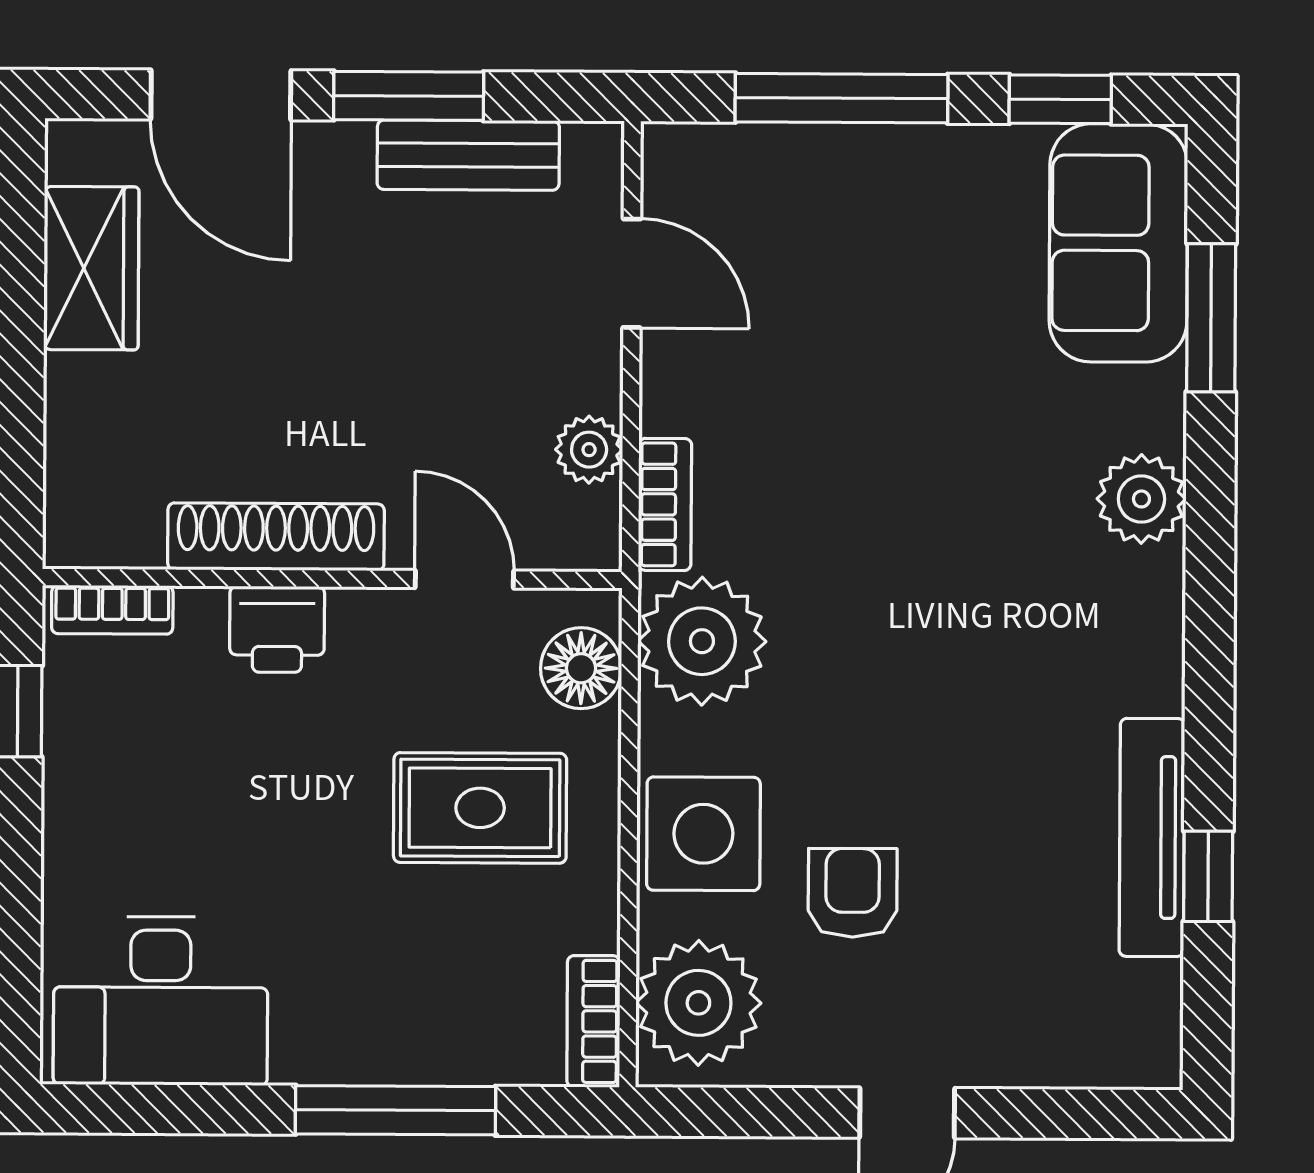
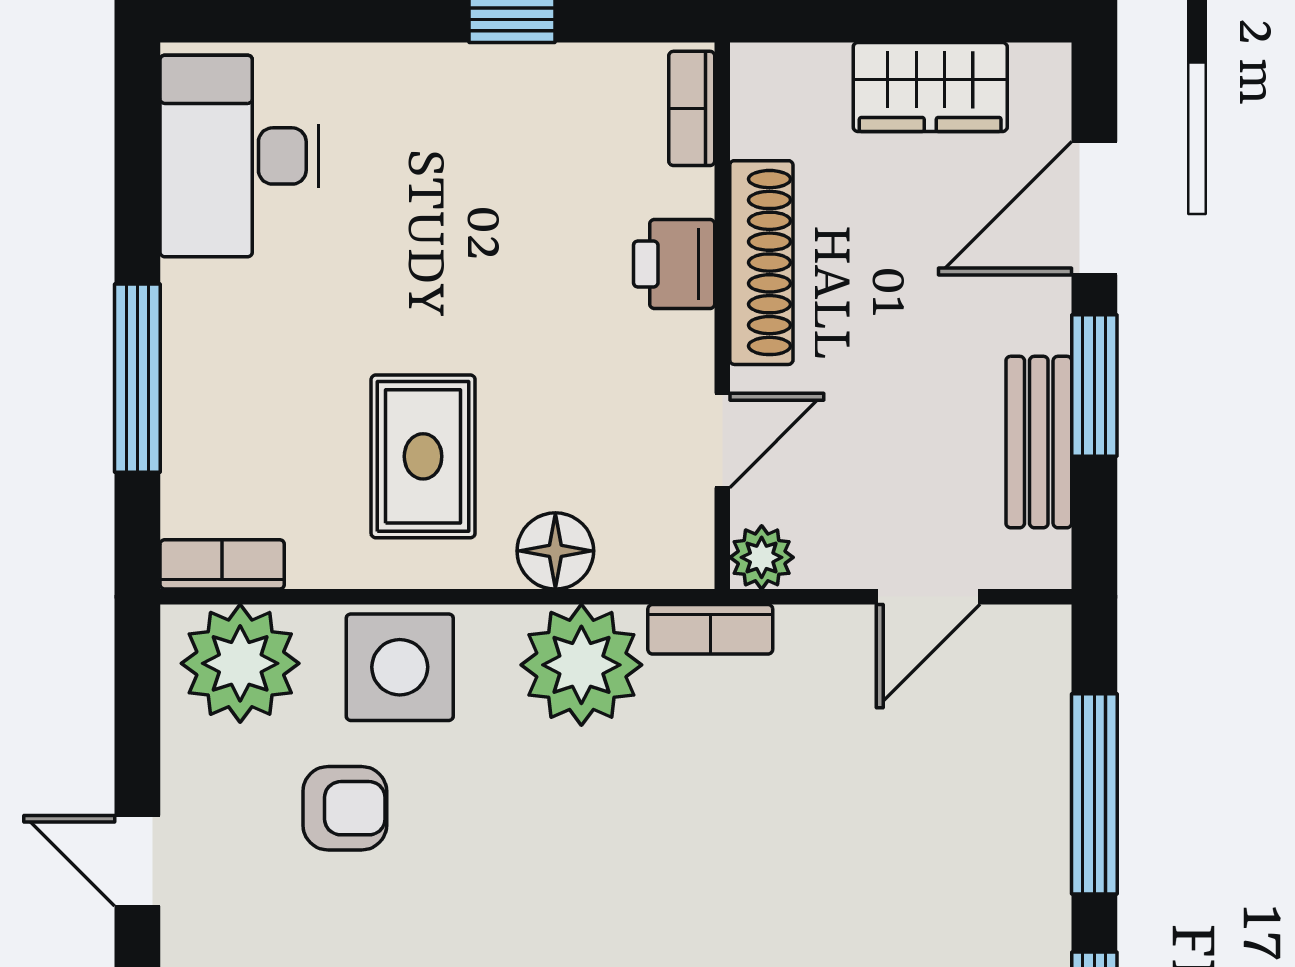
shoe rack: (276, 537) -> (761, 263), moved
wall: (332, 579) -> (722, 316), moved
door: (464, 579) -> (722, 440), moved
bookcase: (112, 610) -> (692, 108), moved
printer: (277, 629) -> (674, 264), moved

